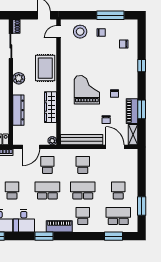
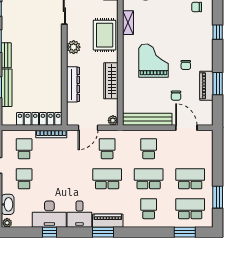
shelving: (133, 135) -> (128, 23), moved
school desk: (12, 191) -> (66, 179), removed
school desk: (118, 191) -> (190, 179), width x1.85
piano: (59, 226) -> (108, 221), moved

